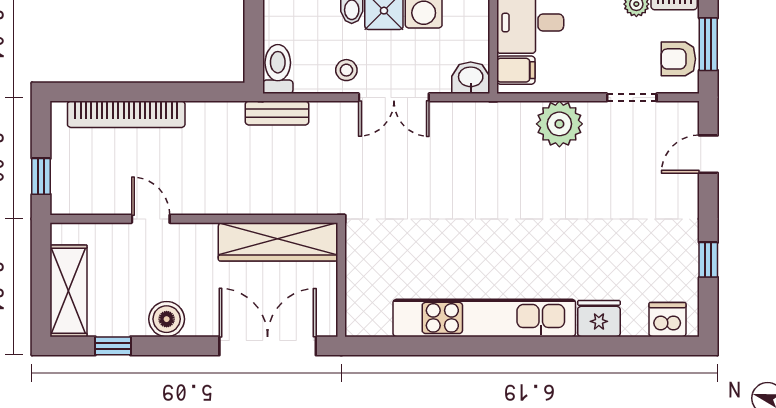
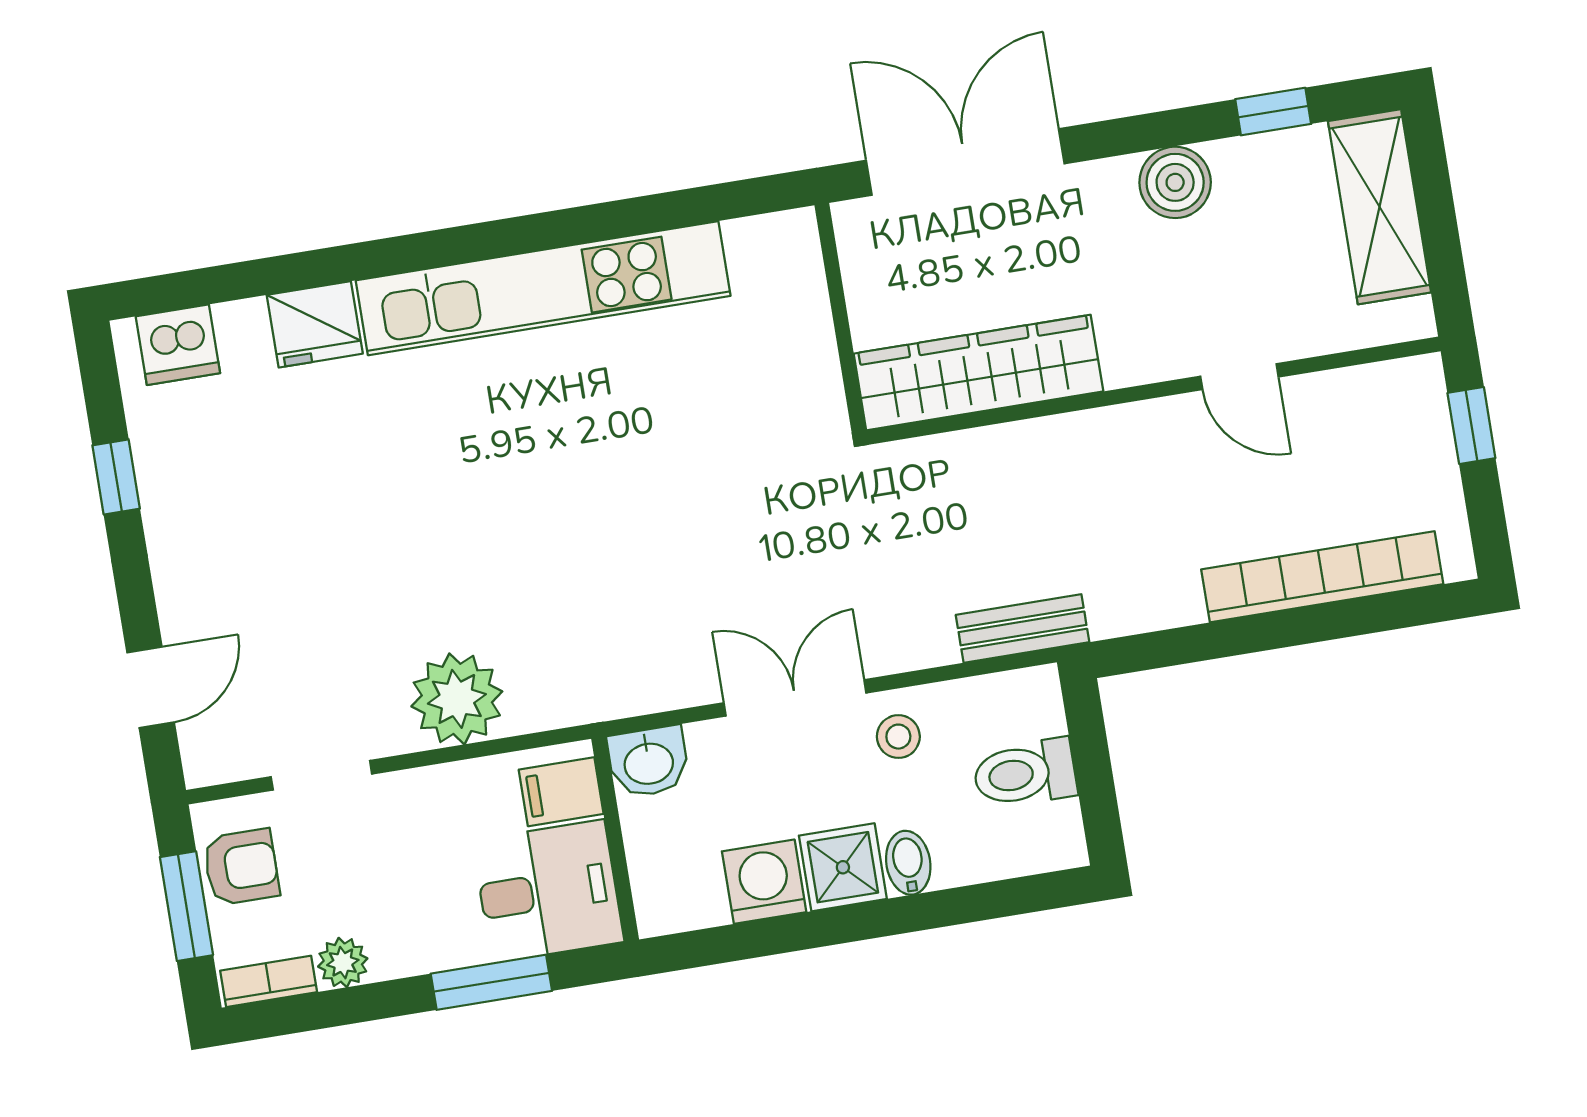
toilet: (278, 69) -> (1025, 773), moved, turned 90
double door: (268, 346) -> (965, 162), swing flipped

